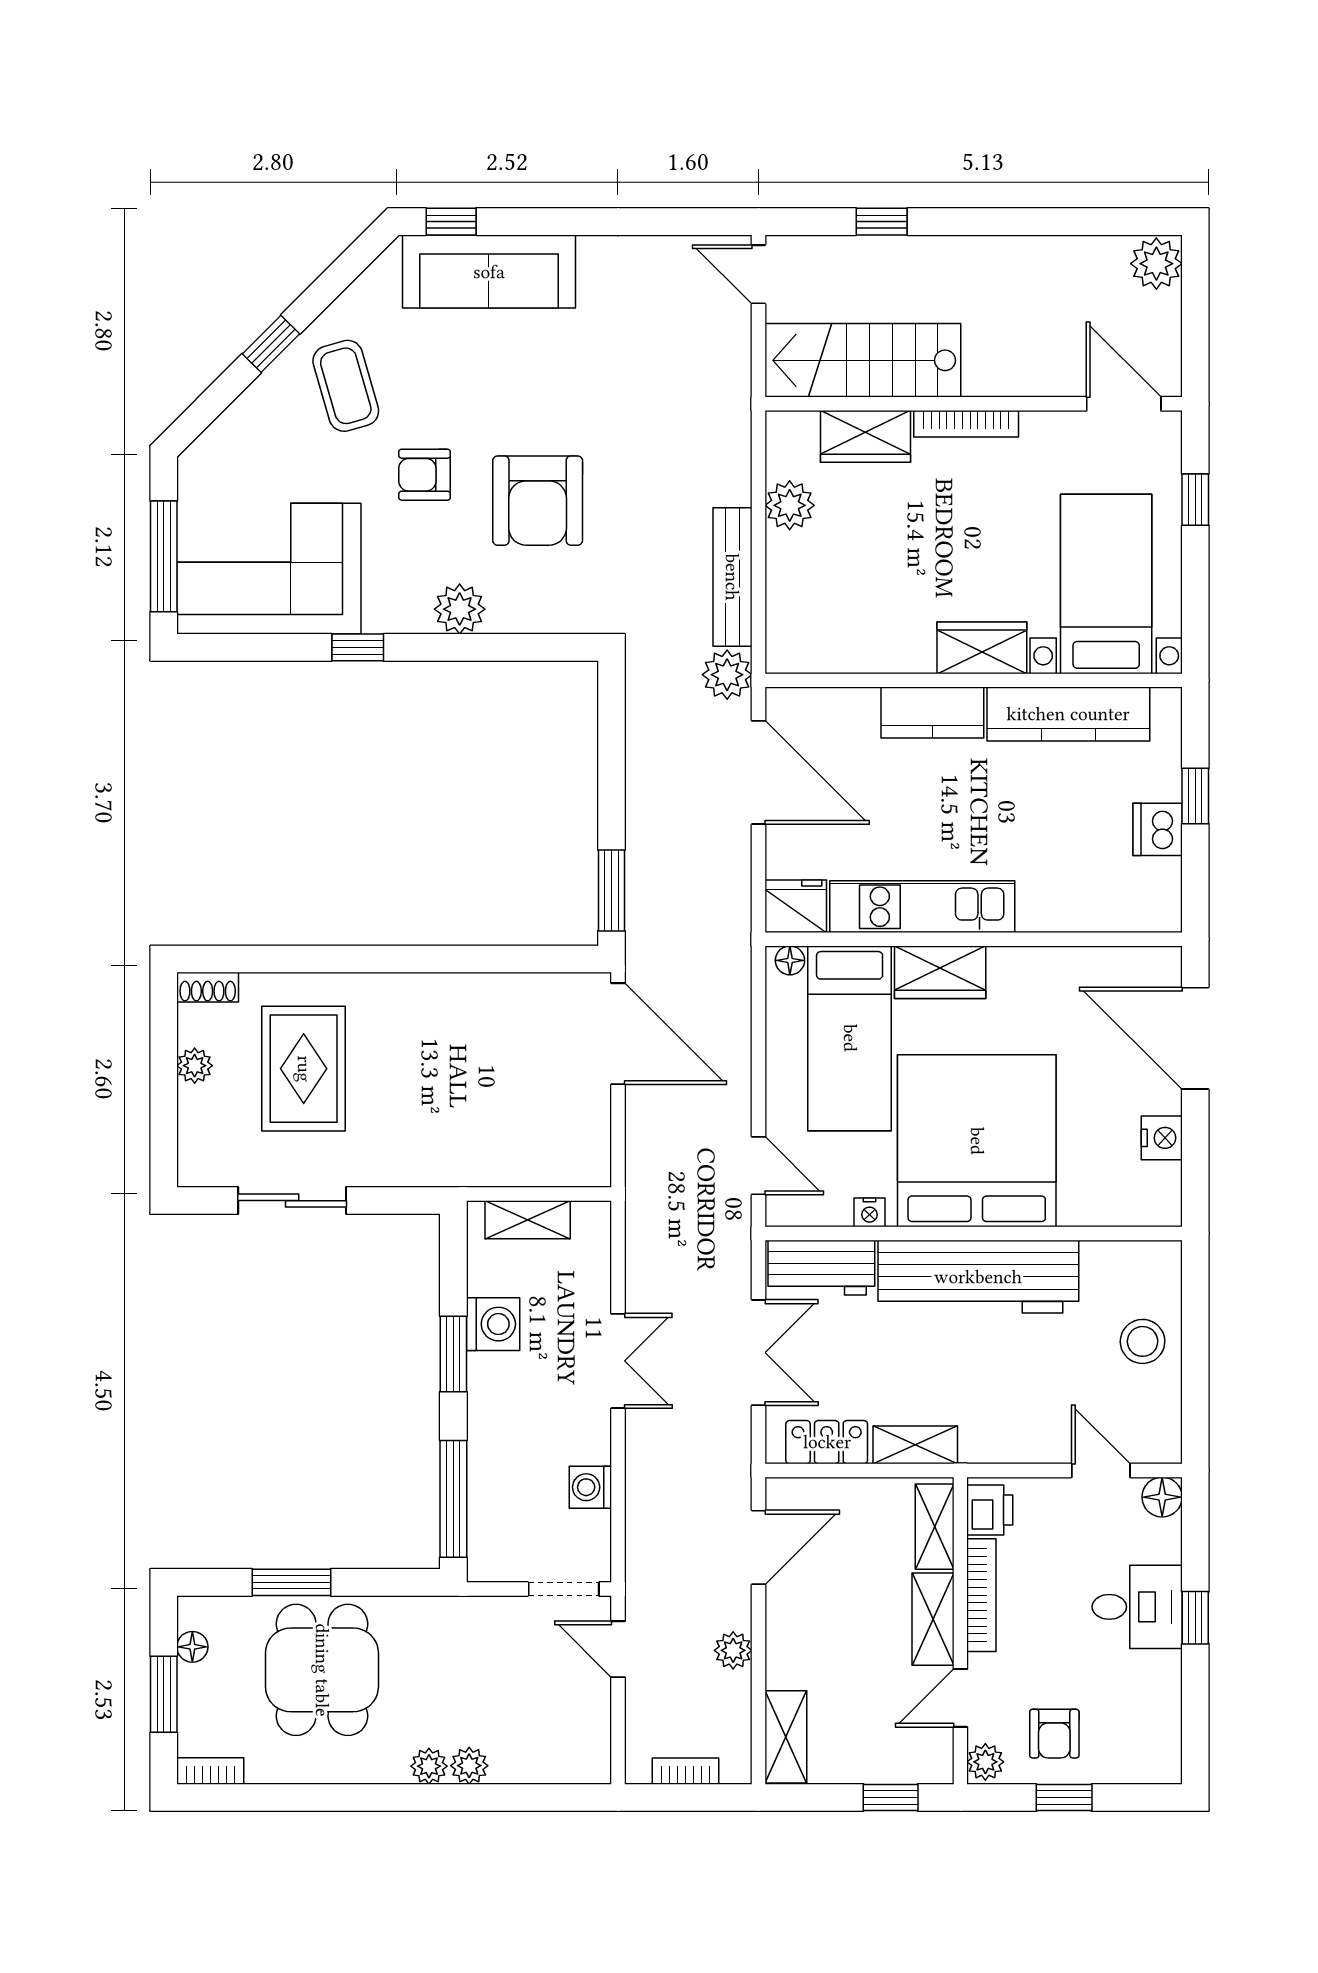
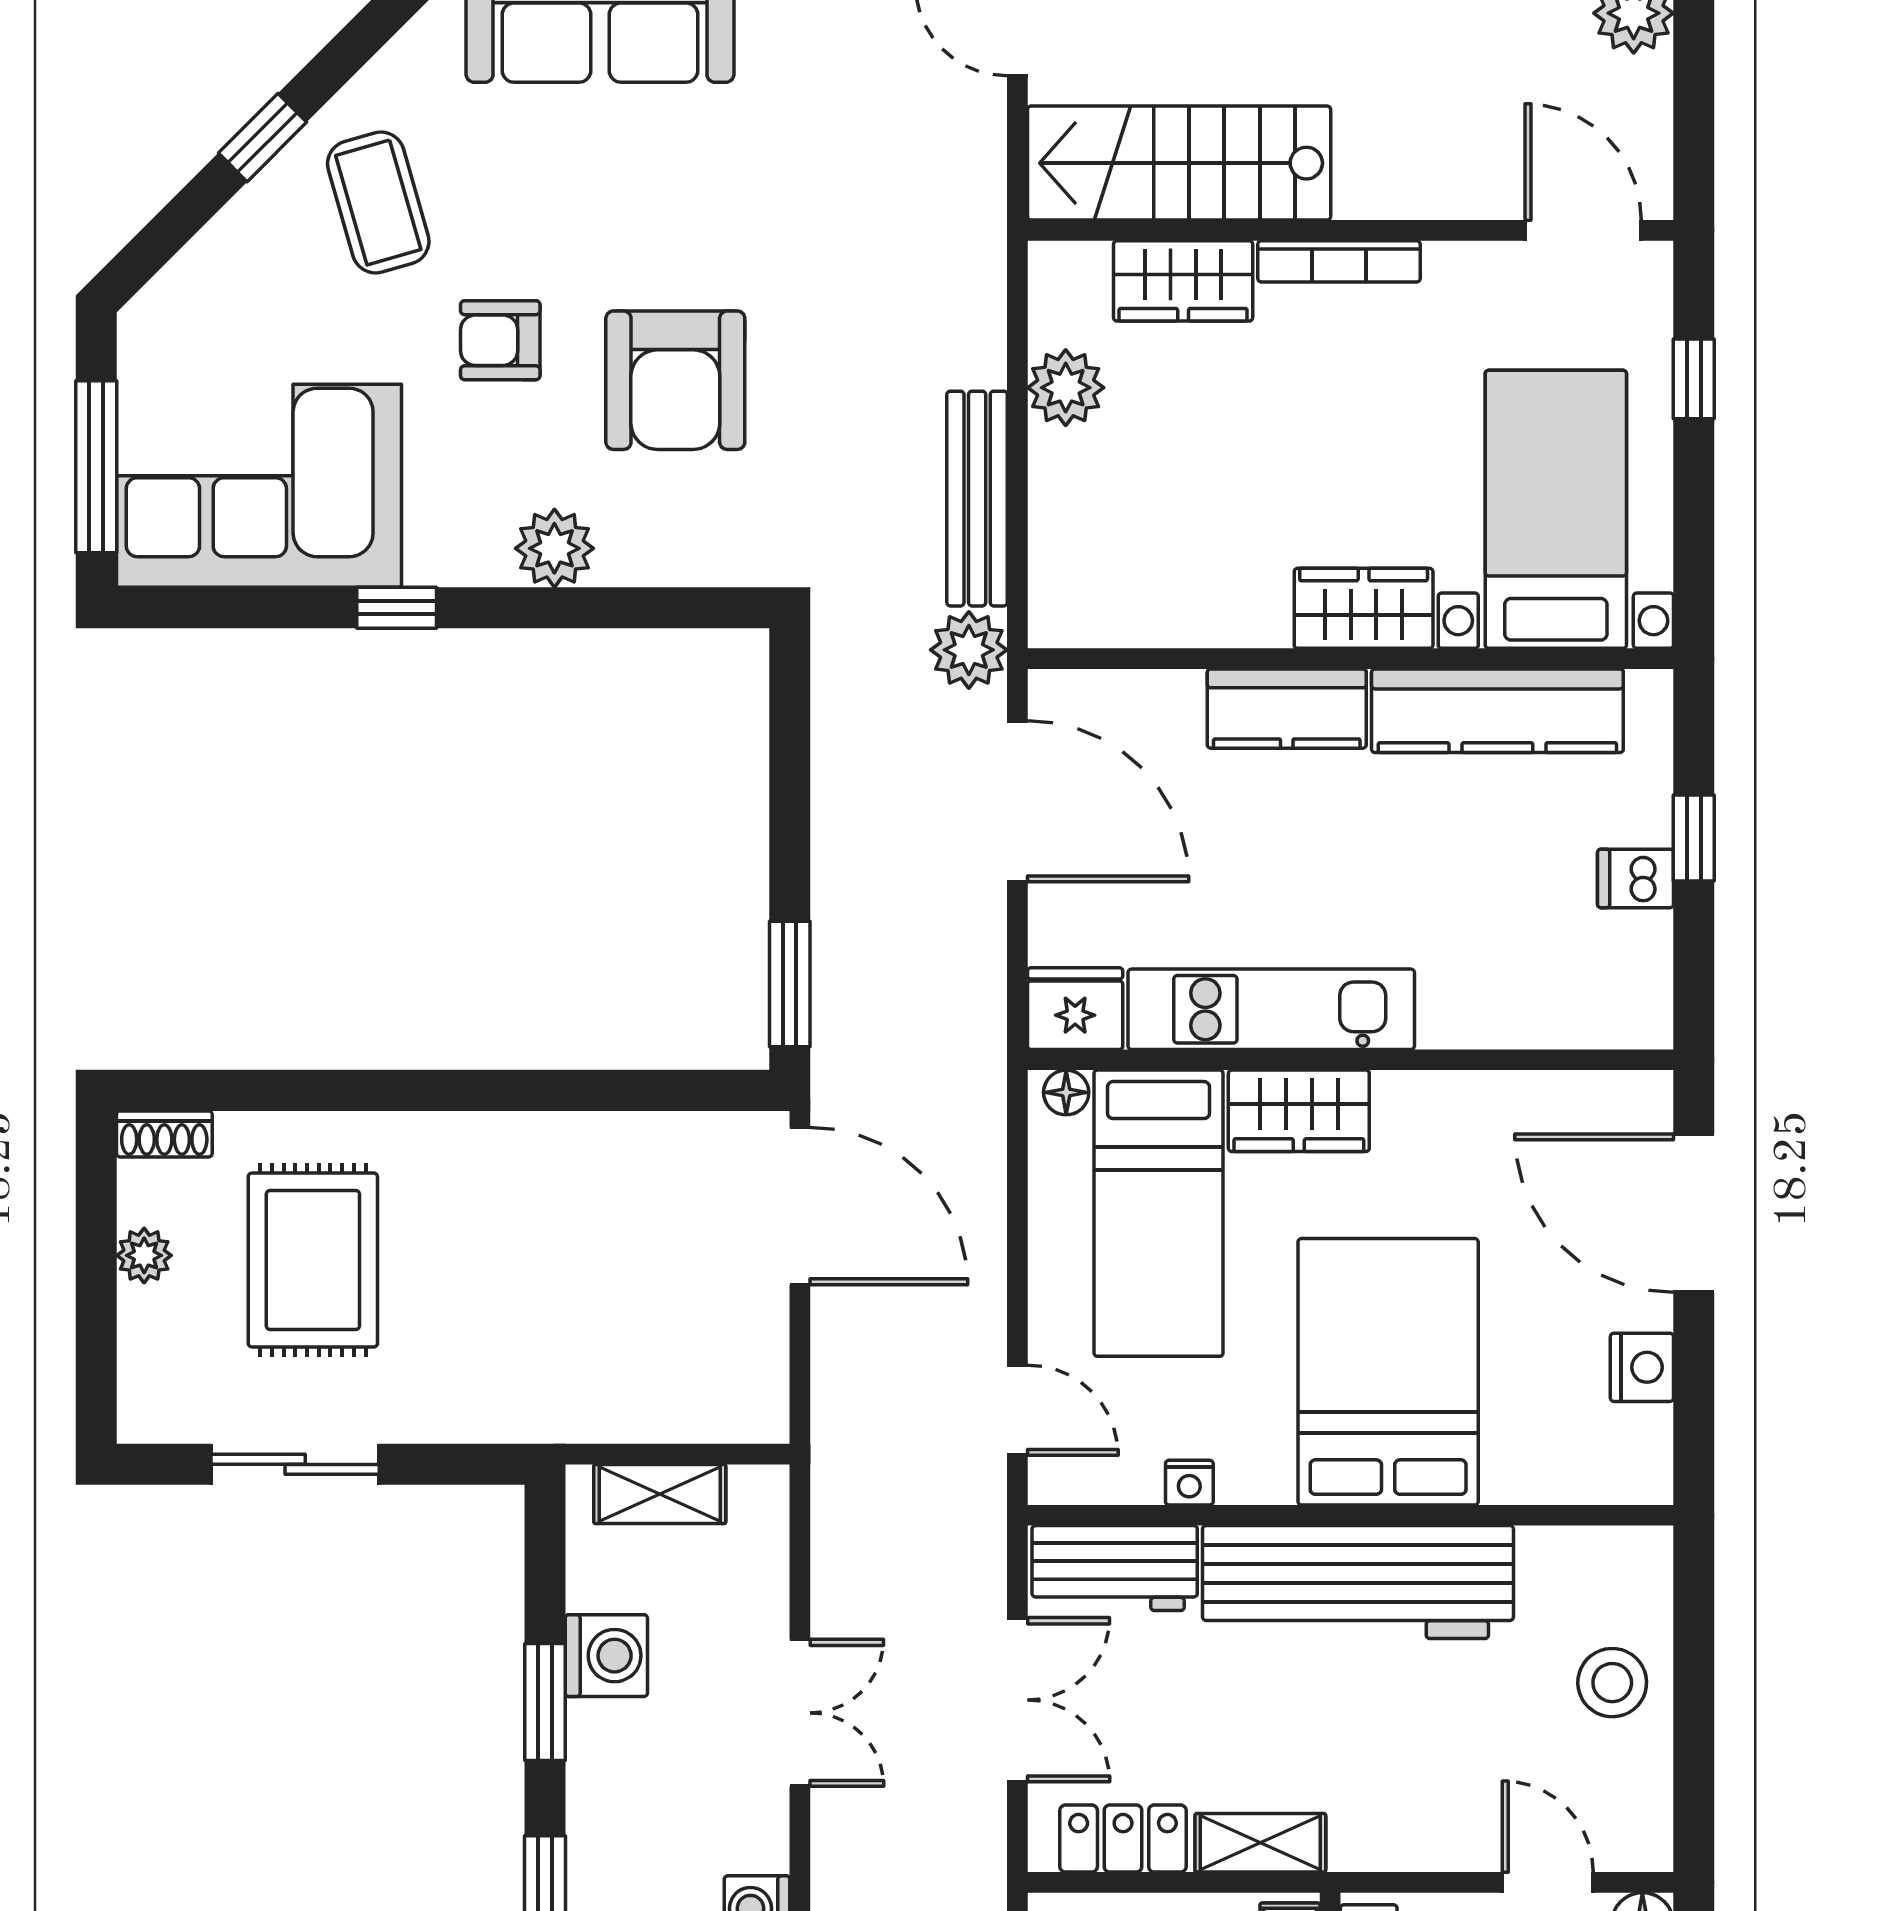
dishwasher: (1158, 829) -> (1636, 878), width x0.73
bed: (977, 1141) -> (1388, 1372), width x0.73

